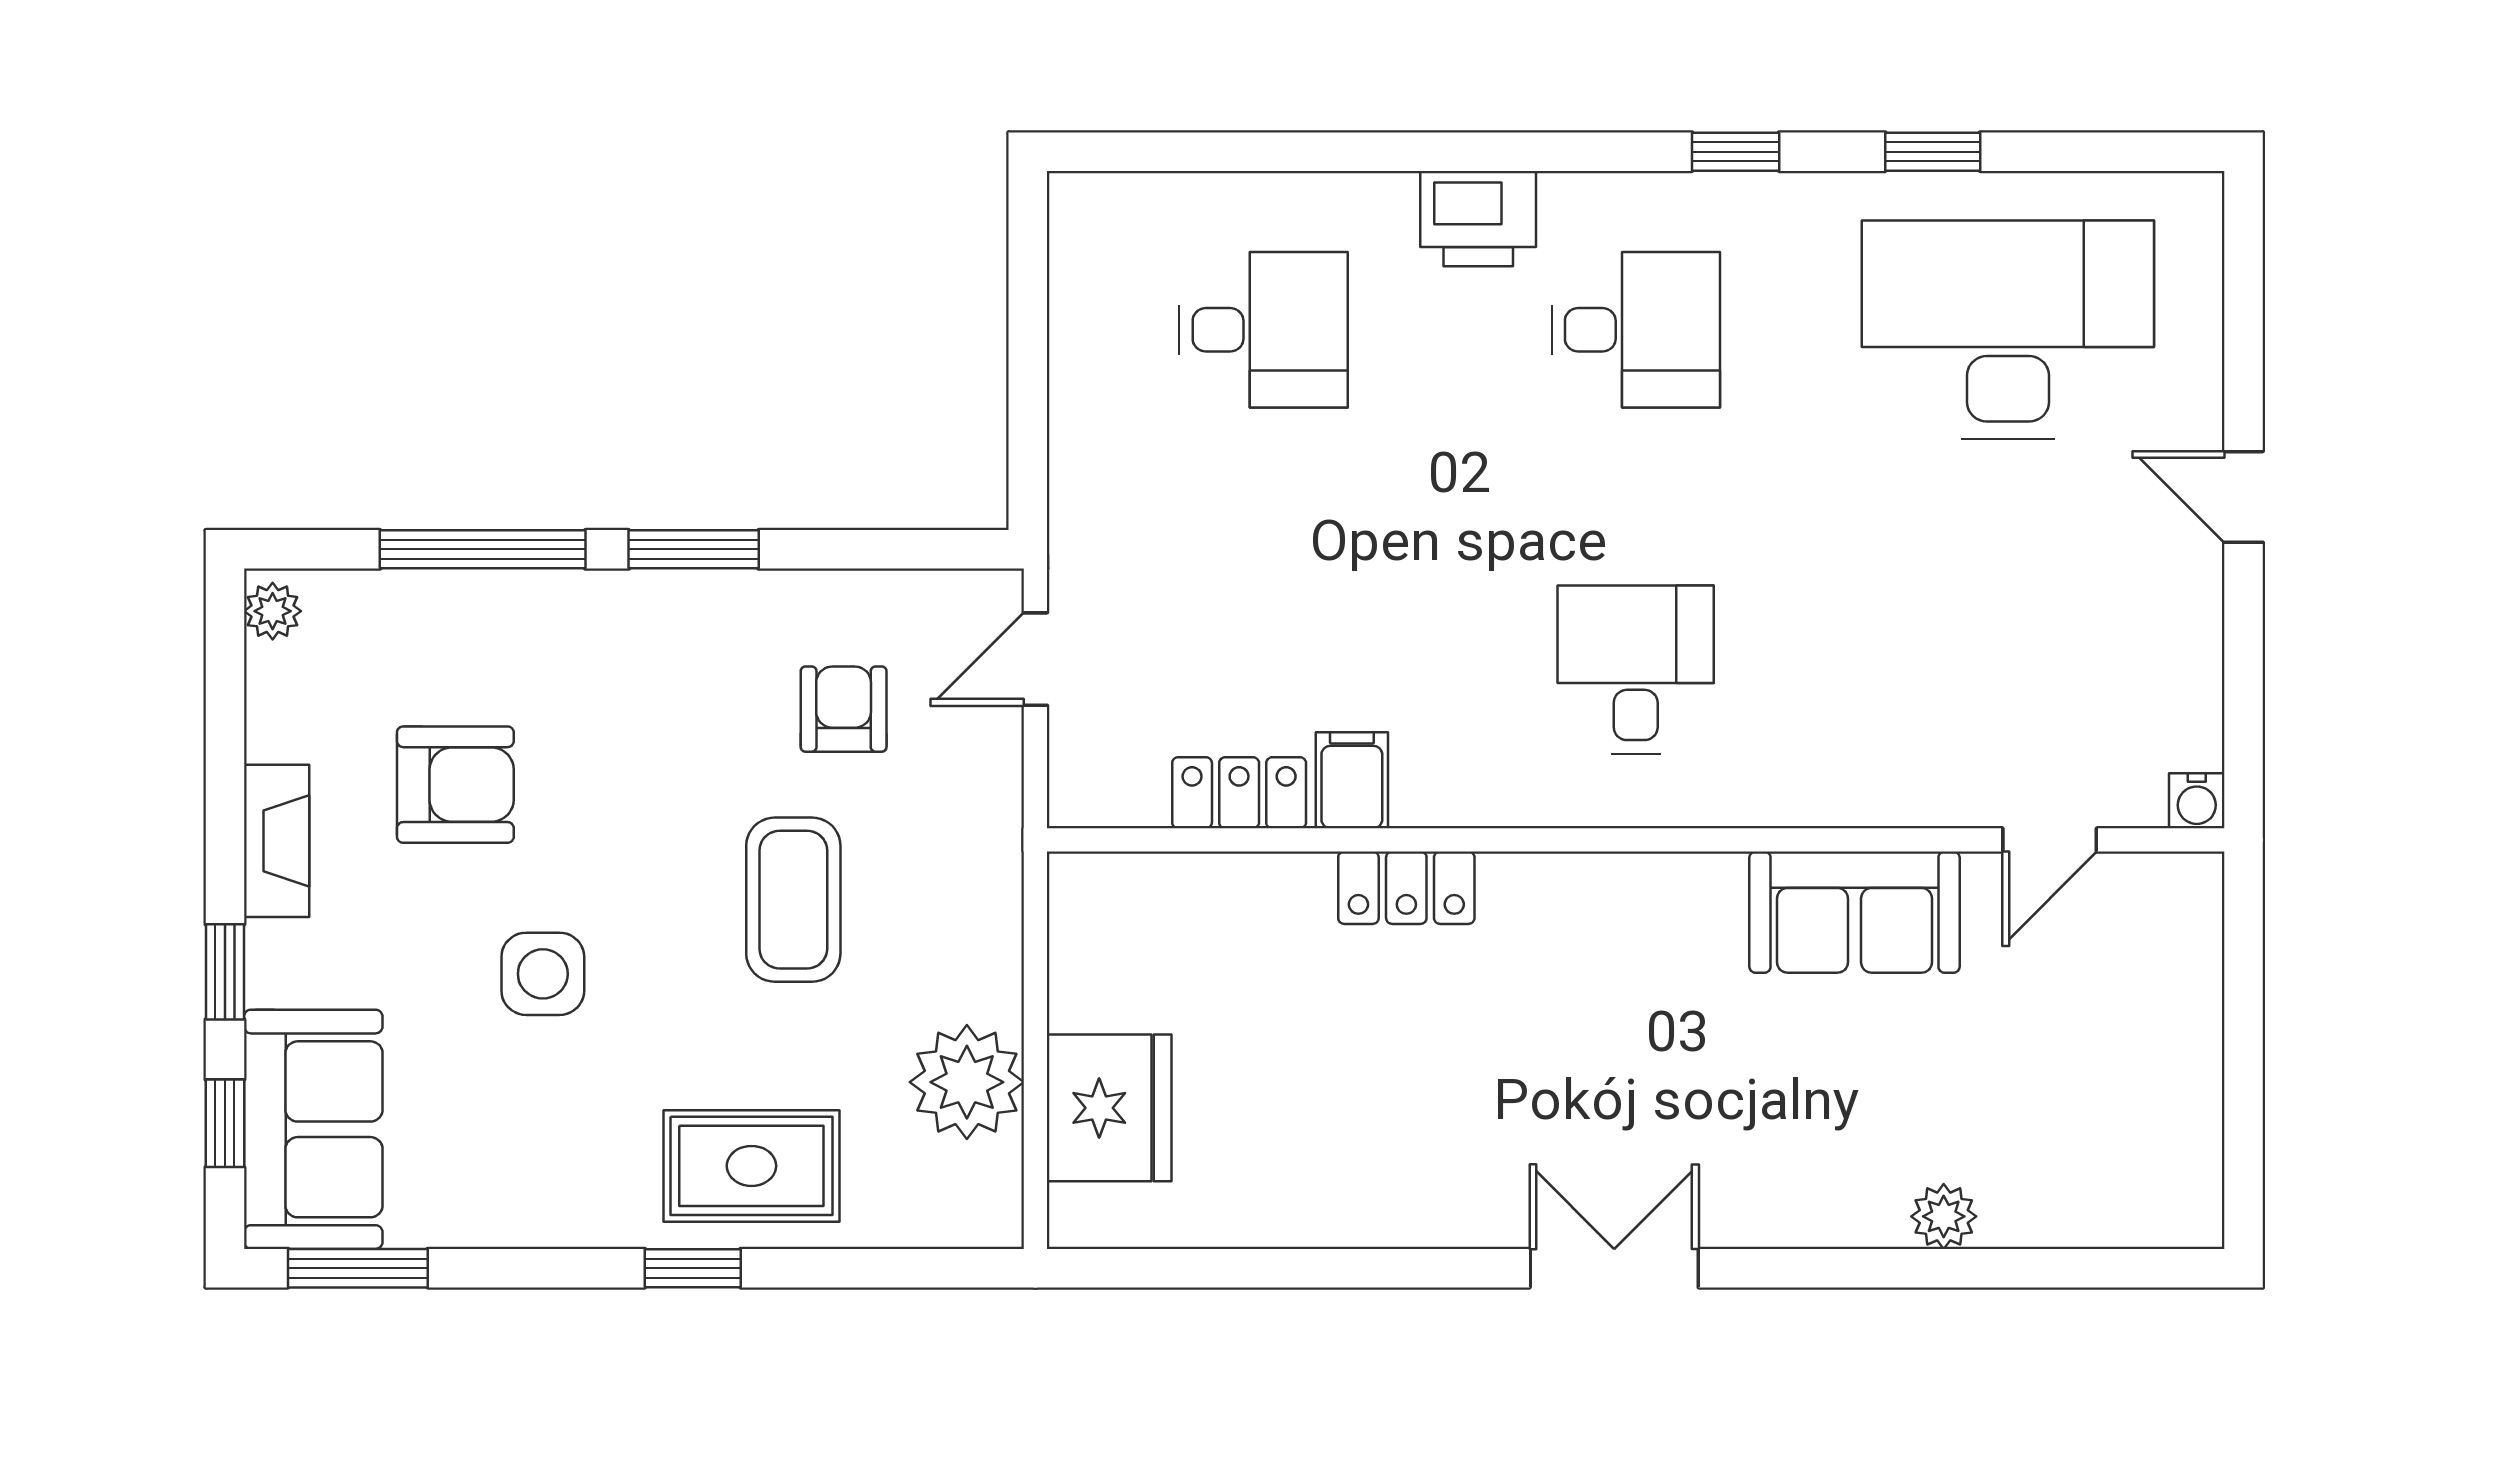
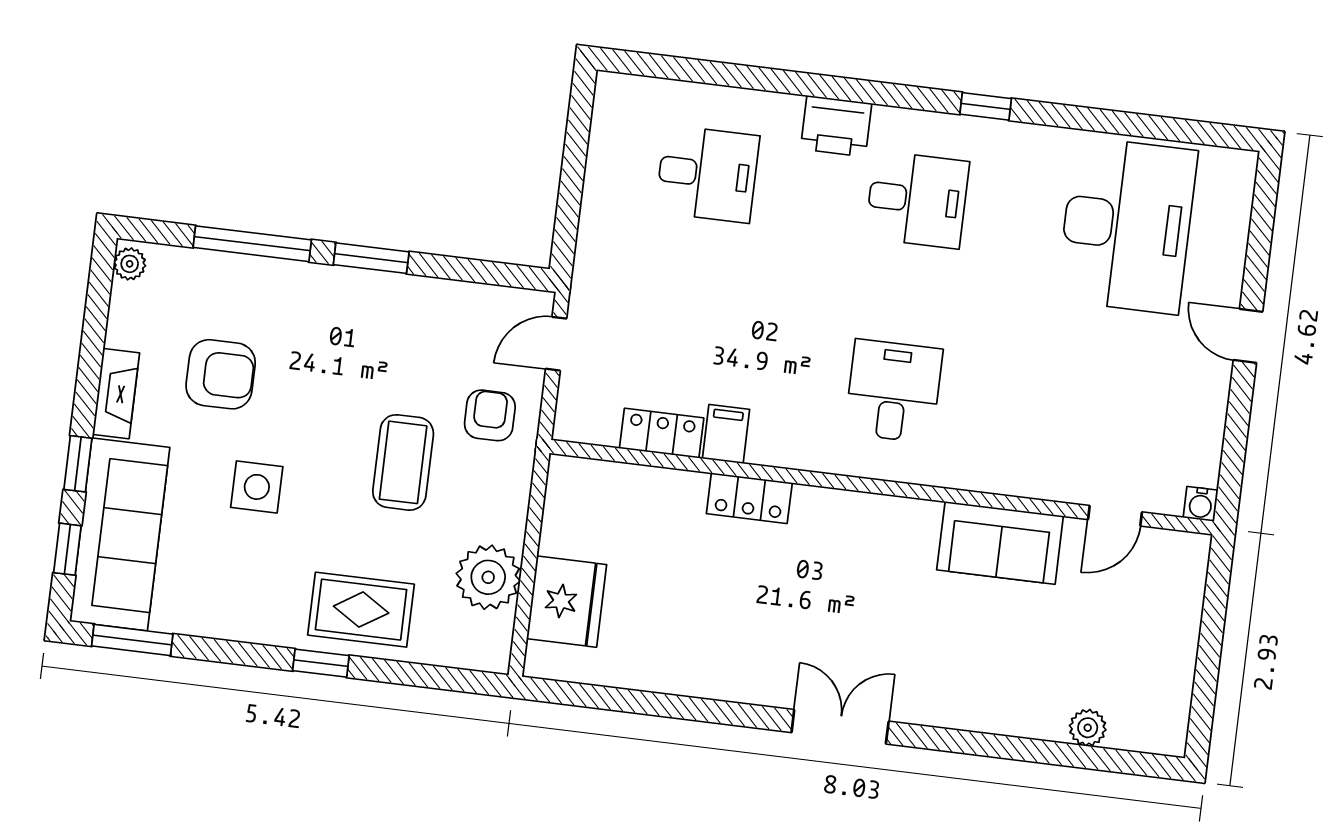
window: (1933, 152) -> (1097, 120), removed
desk: (2008, 330) -> (1127, 225), turned 90
armchair: (844, 709) -> (490, 415), moved
sofa: (313, 1129) -> (120, 534), width x1.36
plant: (1944, 1216) -> (1088, 728), moved

